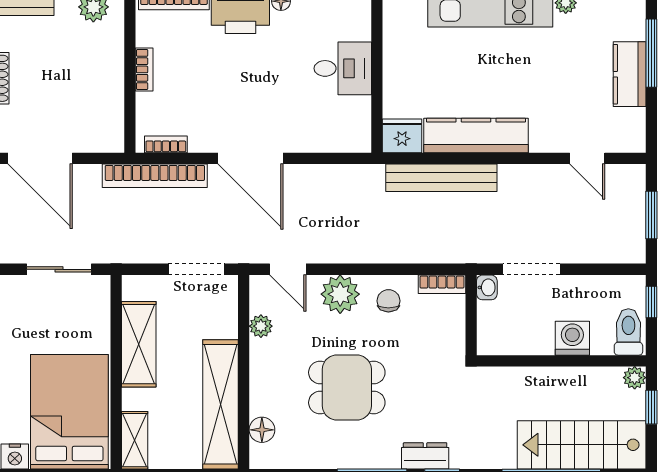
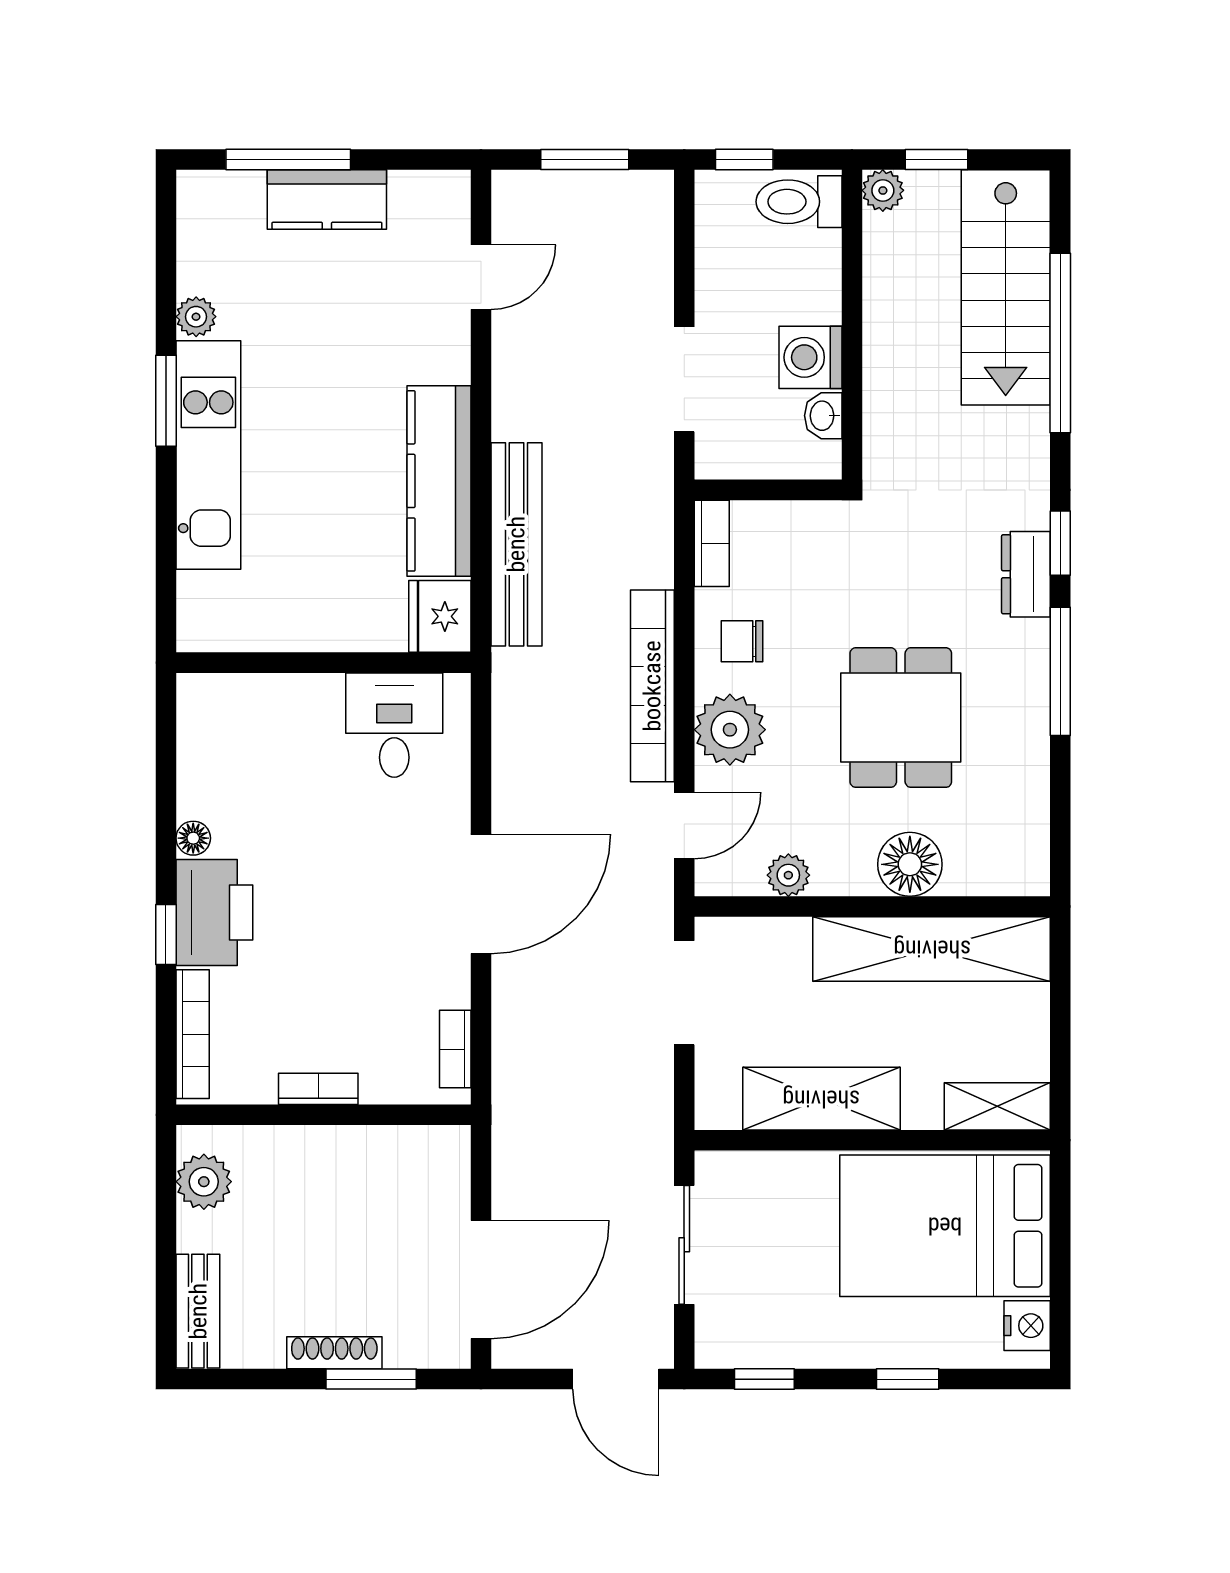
desk: (343, 68) -> (394, 725), moved
bookcase: (155, 176) -> (652, 686), moved, turned 180
washbasin: (487, 287) -> (823, 416), moved, turned -90
washing machine: (572, 338) -> (810, 357), moved
floor lamp: (262, 430) -> (910, 864), moved, width x1.38, depth x1.38

